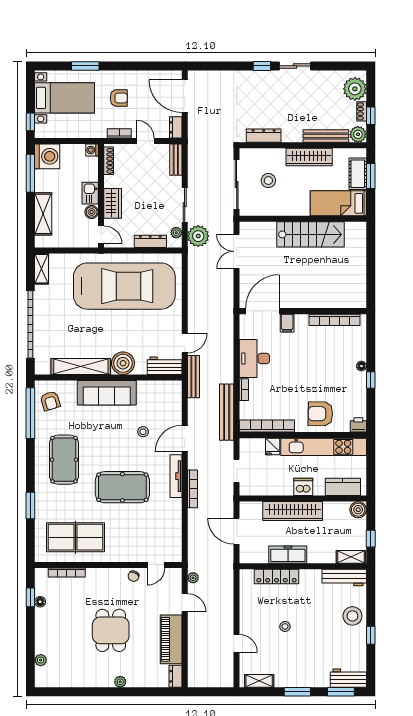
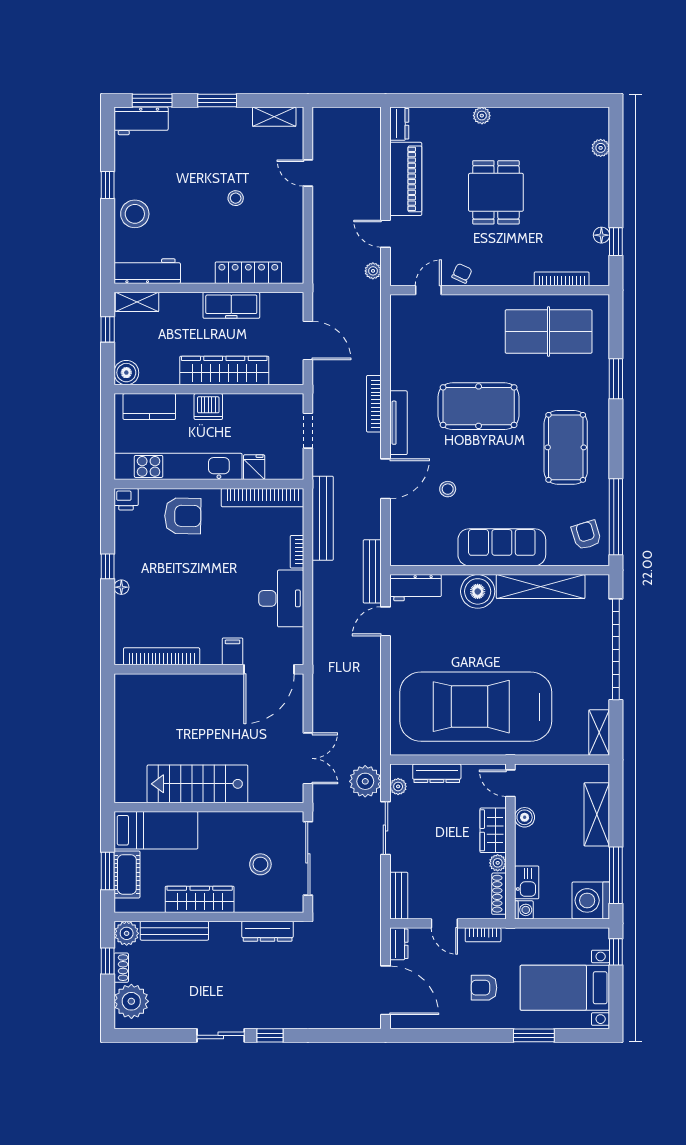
plant: (110, 182) -> (498, 863), added
kitchen sink: (90, 193) -> (527, 882), moved

